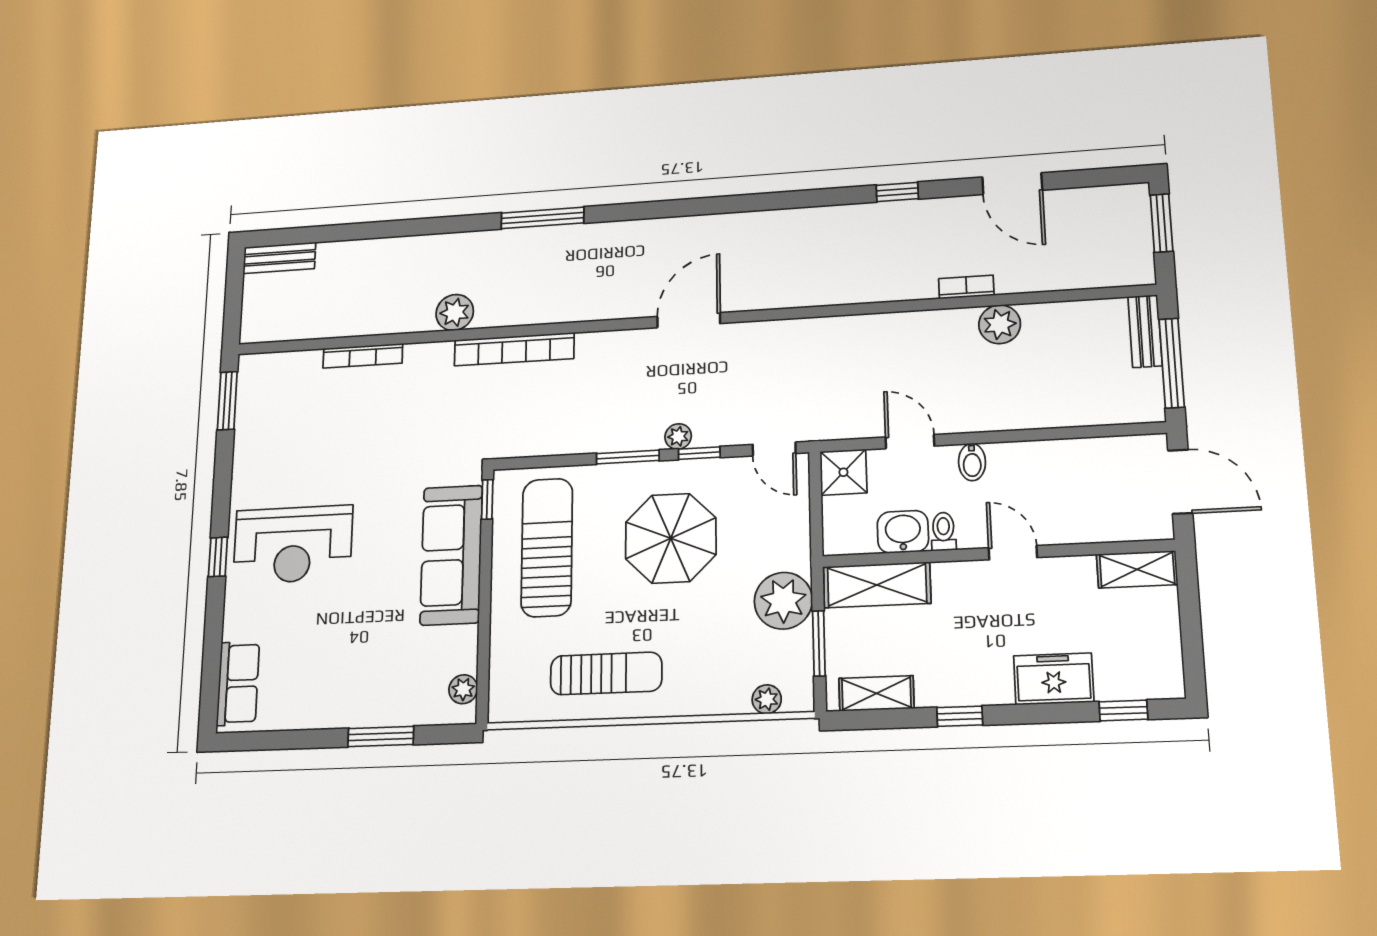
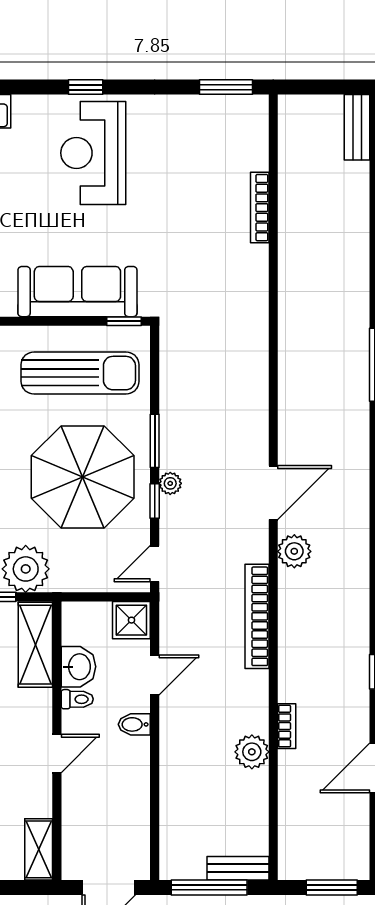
plant: (455, 312) -> (294, 551), moved
door: (689, 320) -> (273, 493), hinge flipped
bookcase: (514, 349) -> (257, 616), moved
parasol: (671, 538) -> (83, 477), width x1.36, depth x1.36

